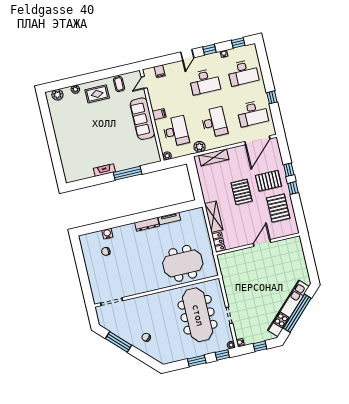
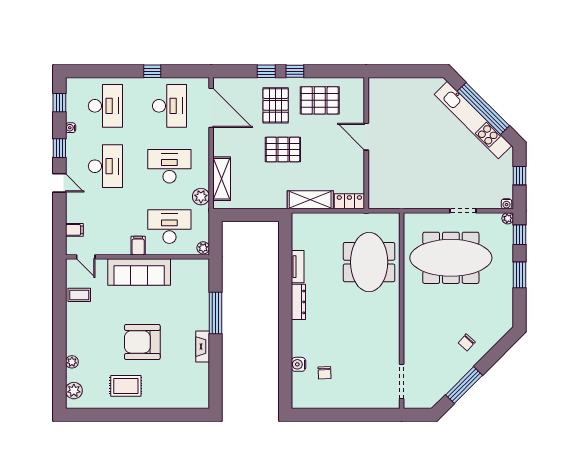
rug: (97, 94) -> (126, 386), moved, turned 90
armchair: (98, 131) -> (142, 342), added

